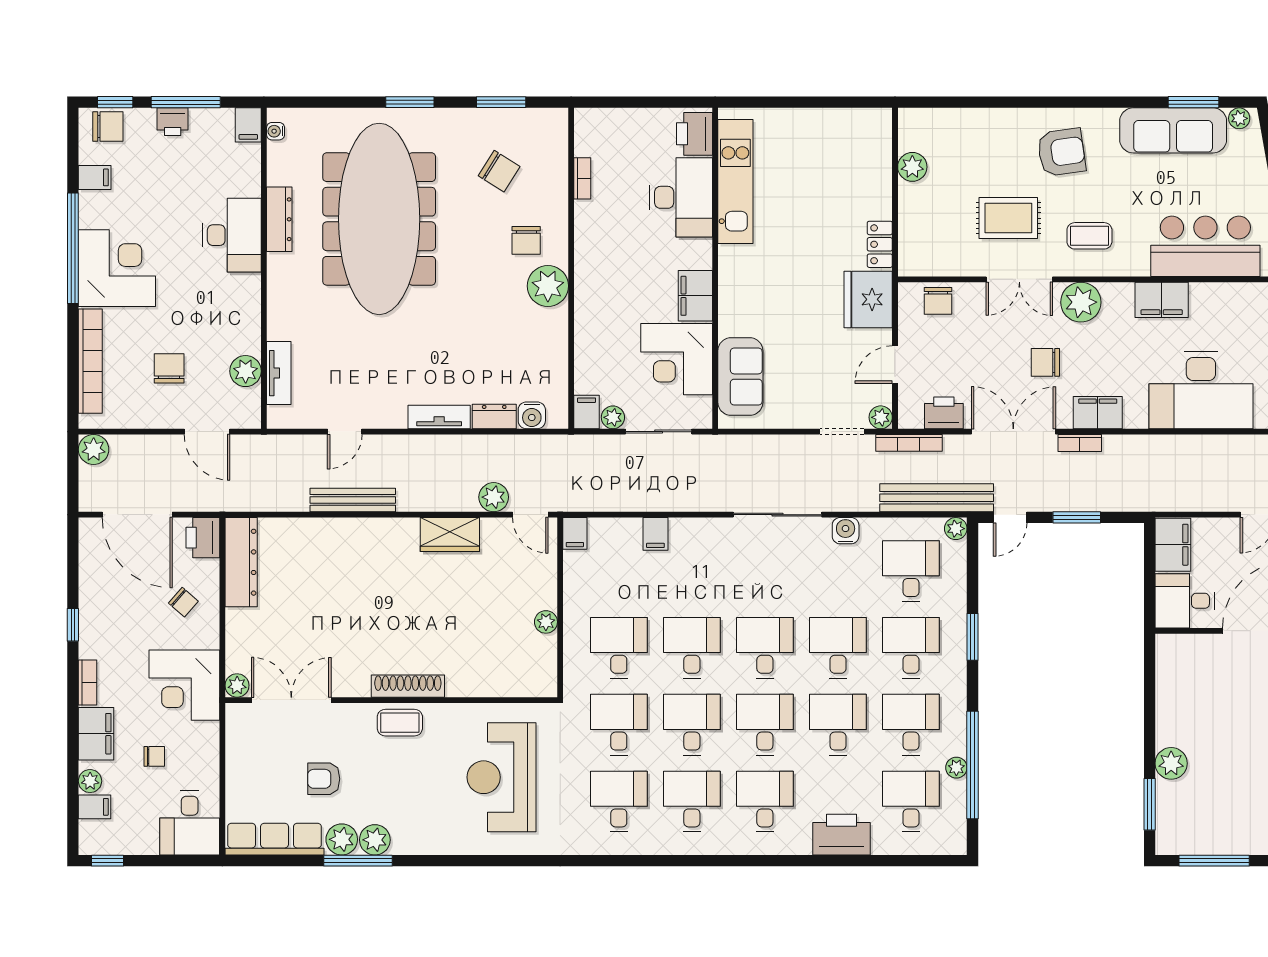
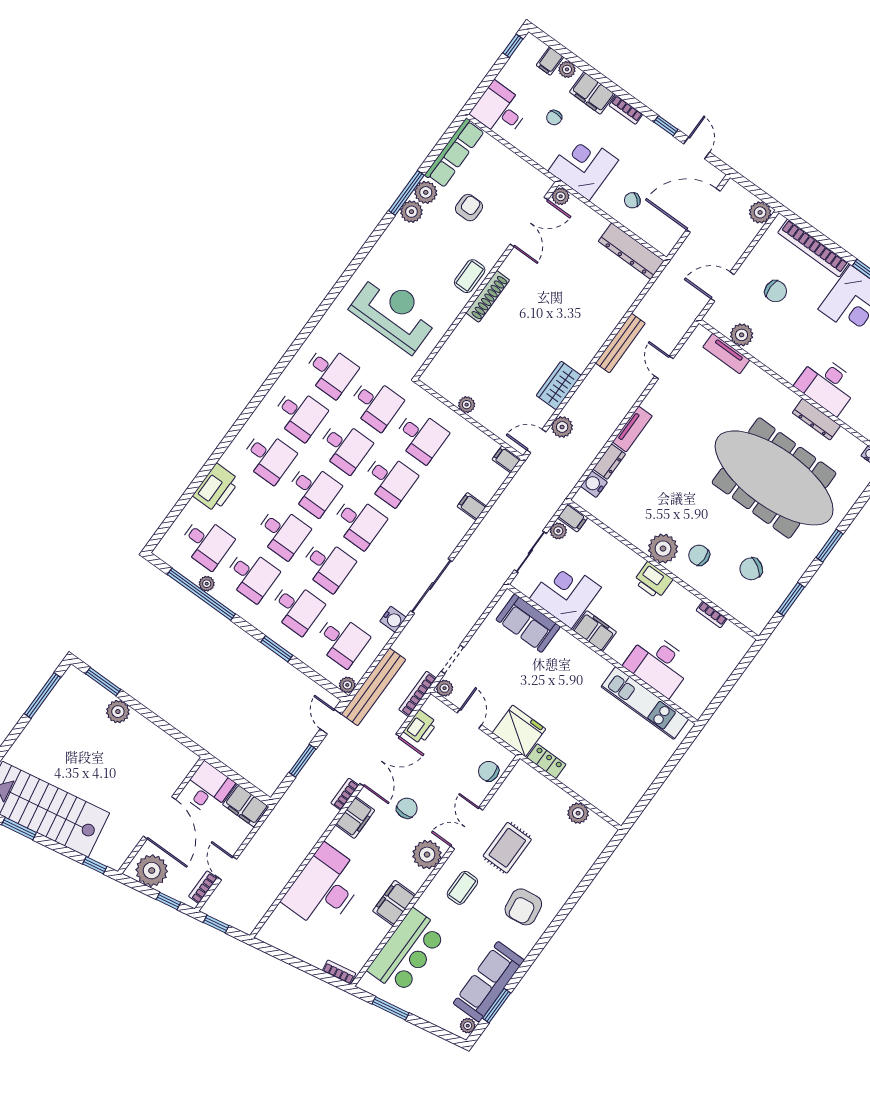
printer: (695, 134) -> (653, 581), moved, turned 180
printer: (203, 538) -> (662, 239), removed
door: (73, 572) -> (697, 148), added

